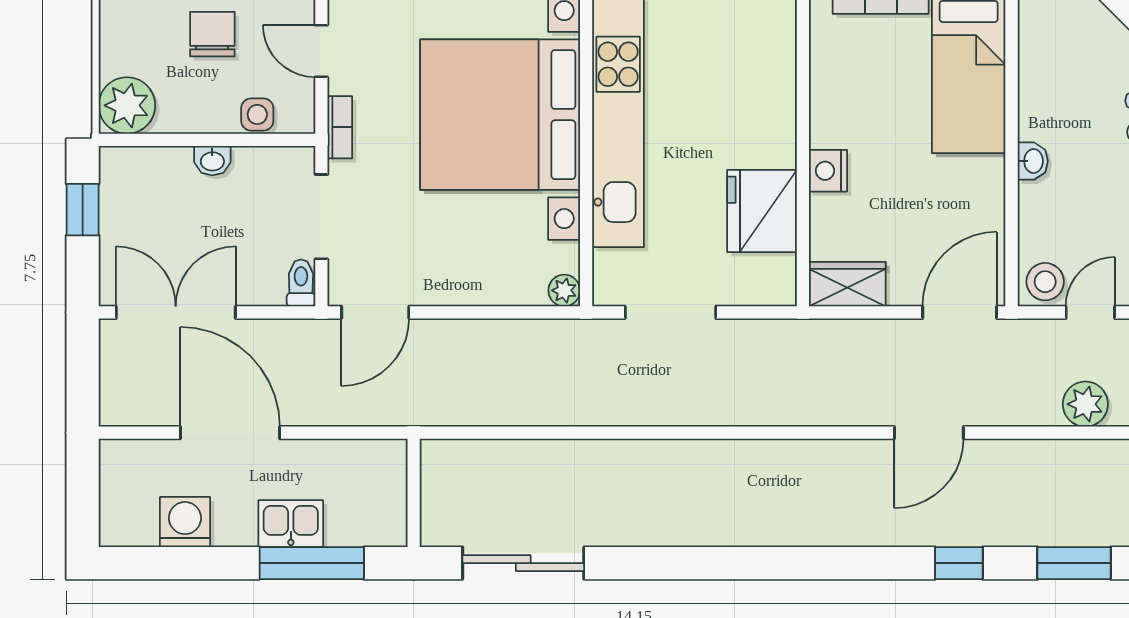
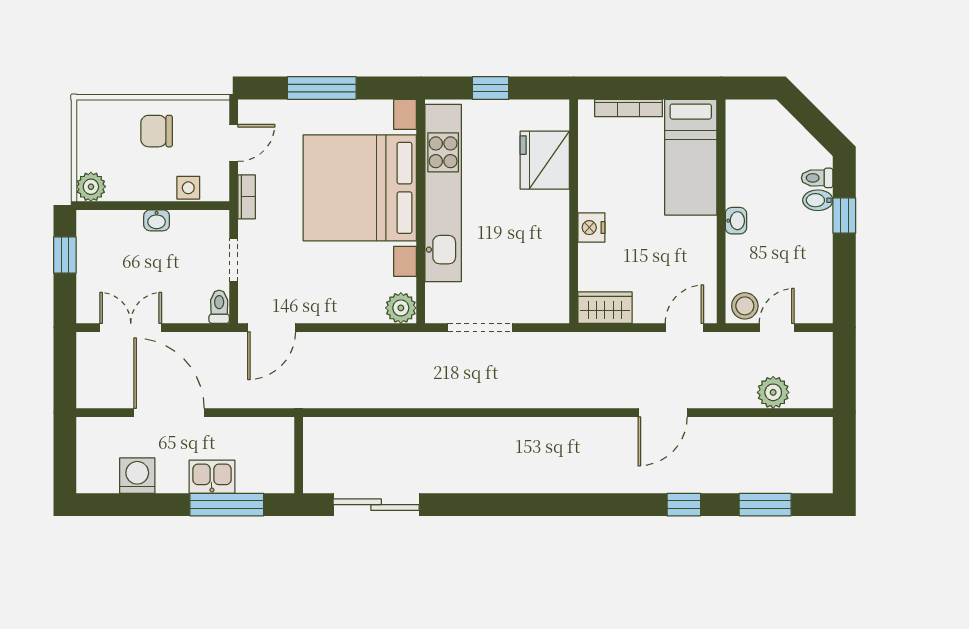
chair: (212, 34) -> (157, 131), turned -90
door: (321, 51) -> (234, 143), swing flipped
plant: (127, 105) -> (91, 187), width x0.73, depth x0.73
fridge: (762, 211) -> (545, 160), moved
doorway: (321, 217) -> (234, 260), width x0.73
plant: (564, 290) -> (401, 308), width x1.38, depth x1.38
double door: (176, 312) -> (131, 328), width x0.73
door: (960, 312) -> (684, 328), width x0.73

